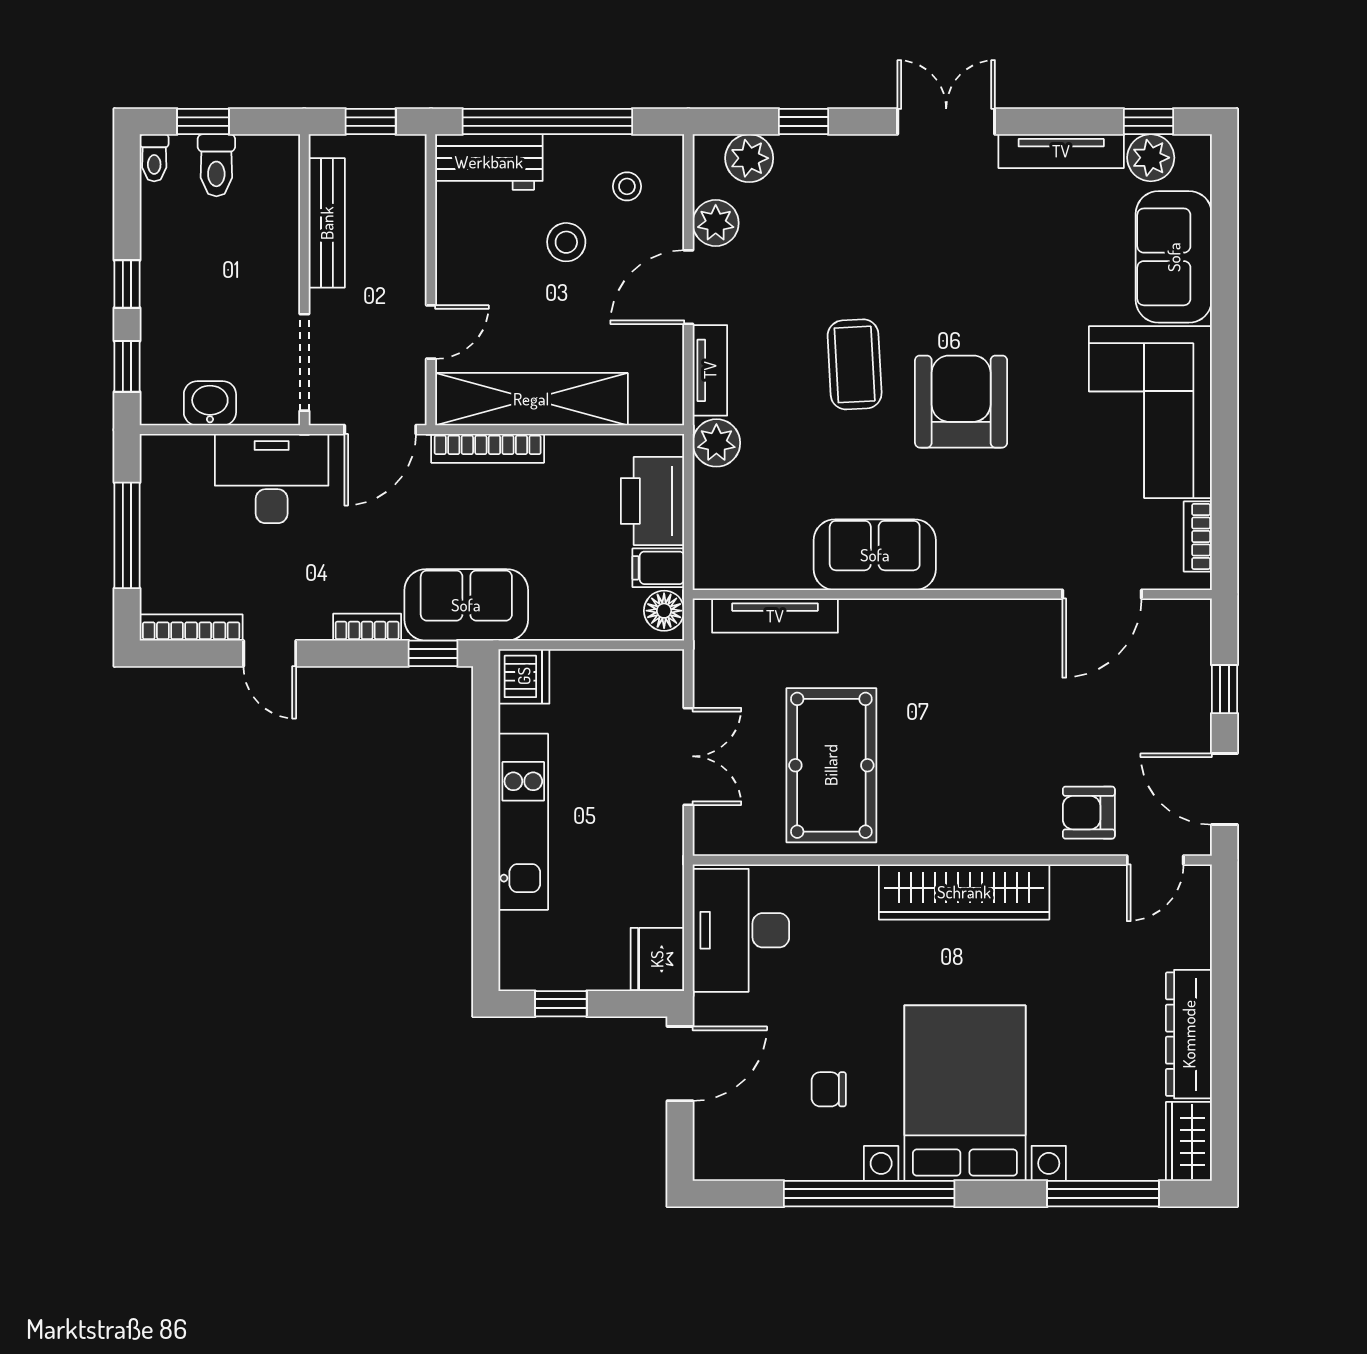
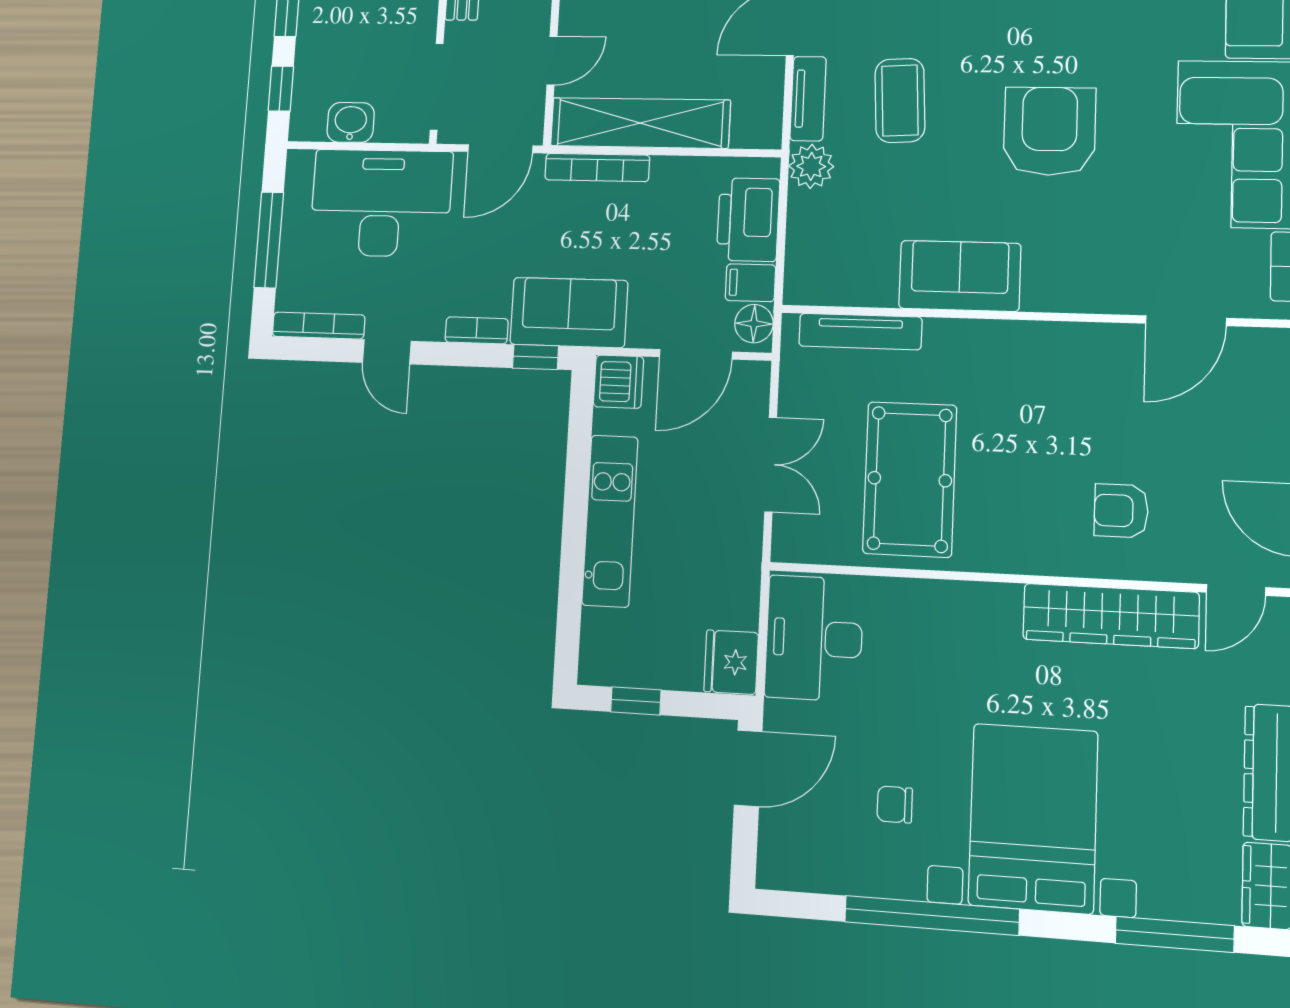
coffee table: (855, 364) -> (900, 100), moved
desk: (272, 479) -> (381, 203), width x1.36, depth x1.30
door: (605, 645) -> (696, 354), added
armchair: (1089, 813) -> (1121, 511), moved
wardrobe: (964, 892) -> (1111, 616), moved

